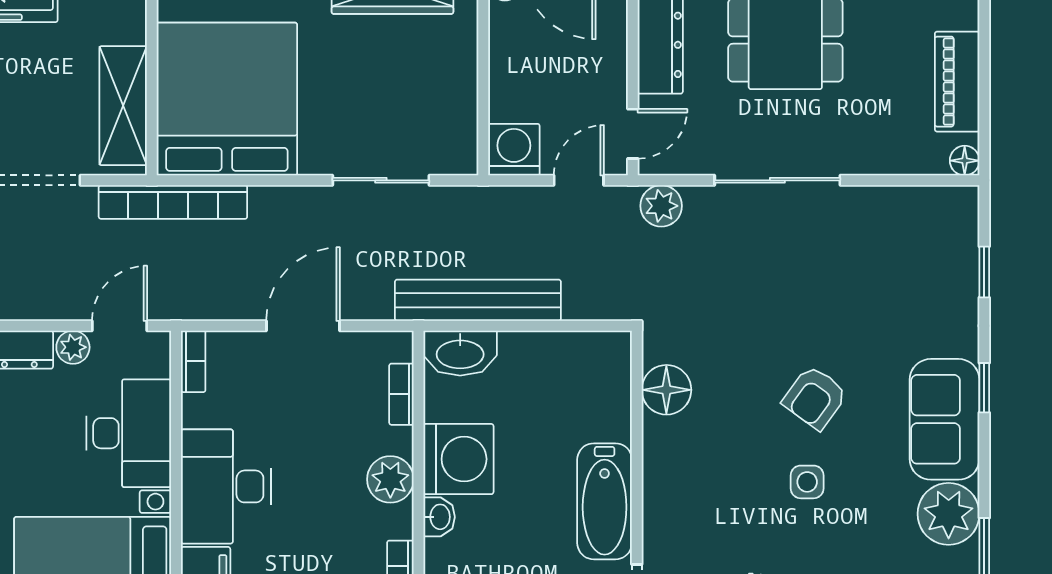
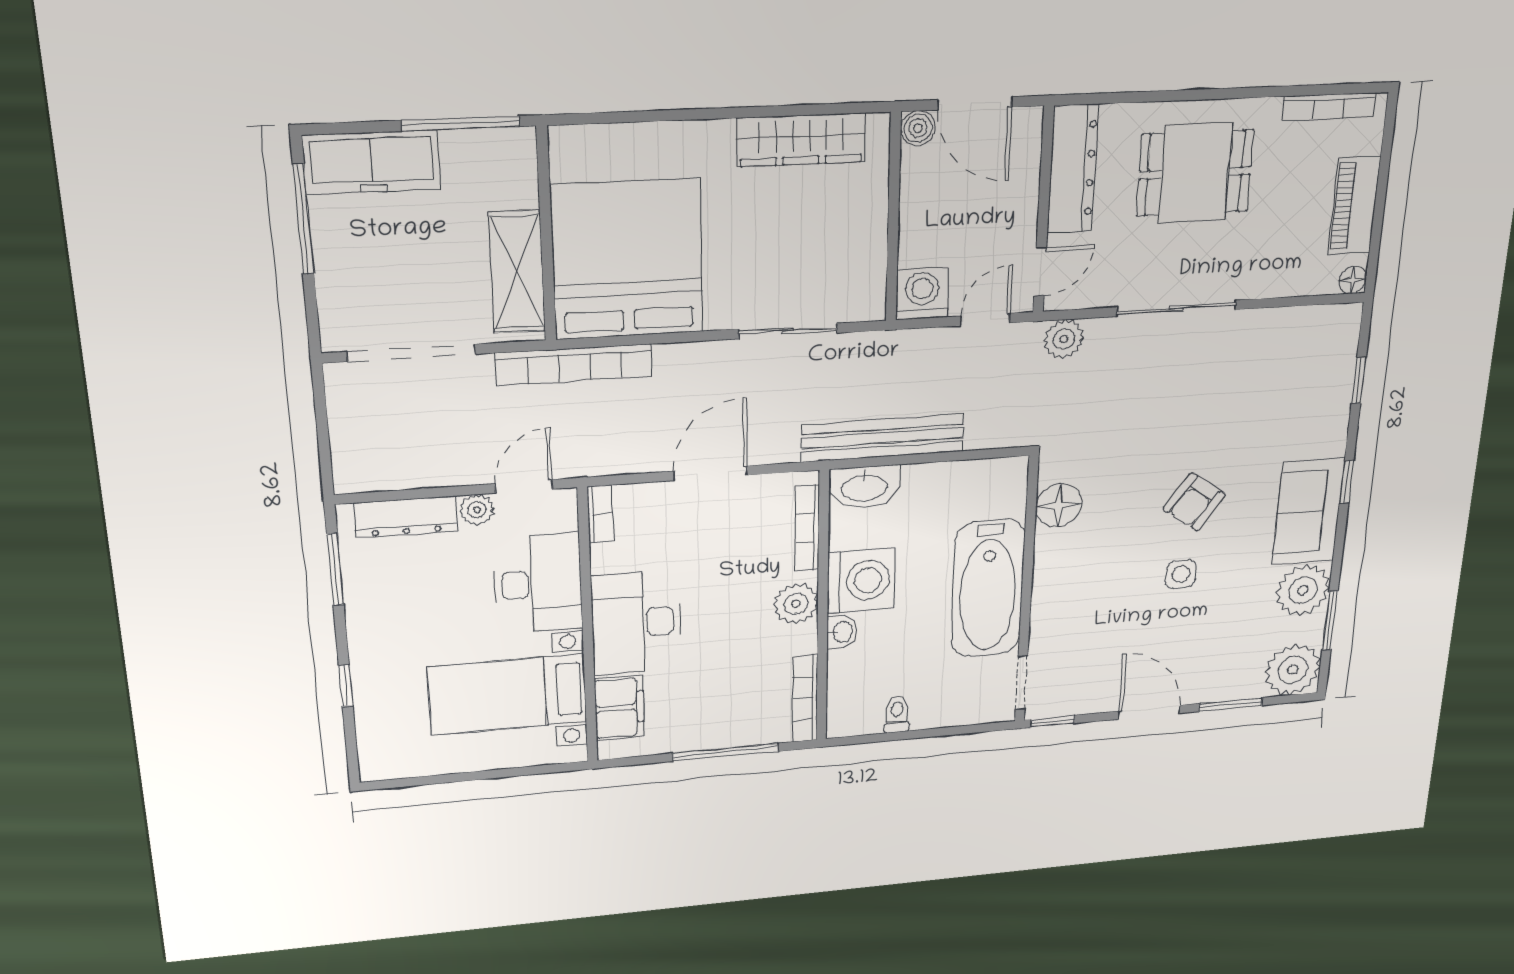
bookcase: (401, 394) -> (807, 528), width x1.56
bathtub: (605, 501) -> (988, 589), width x1.36, depth x1.36

